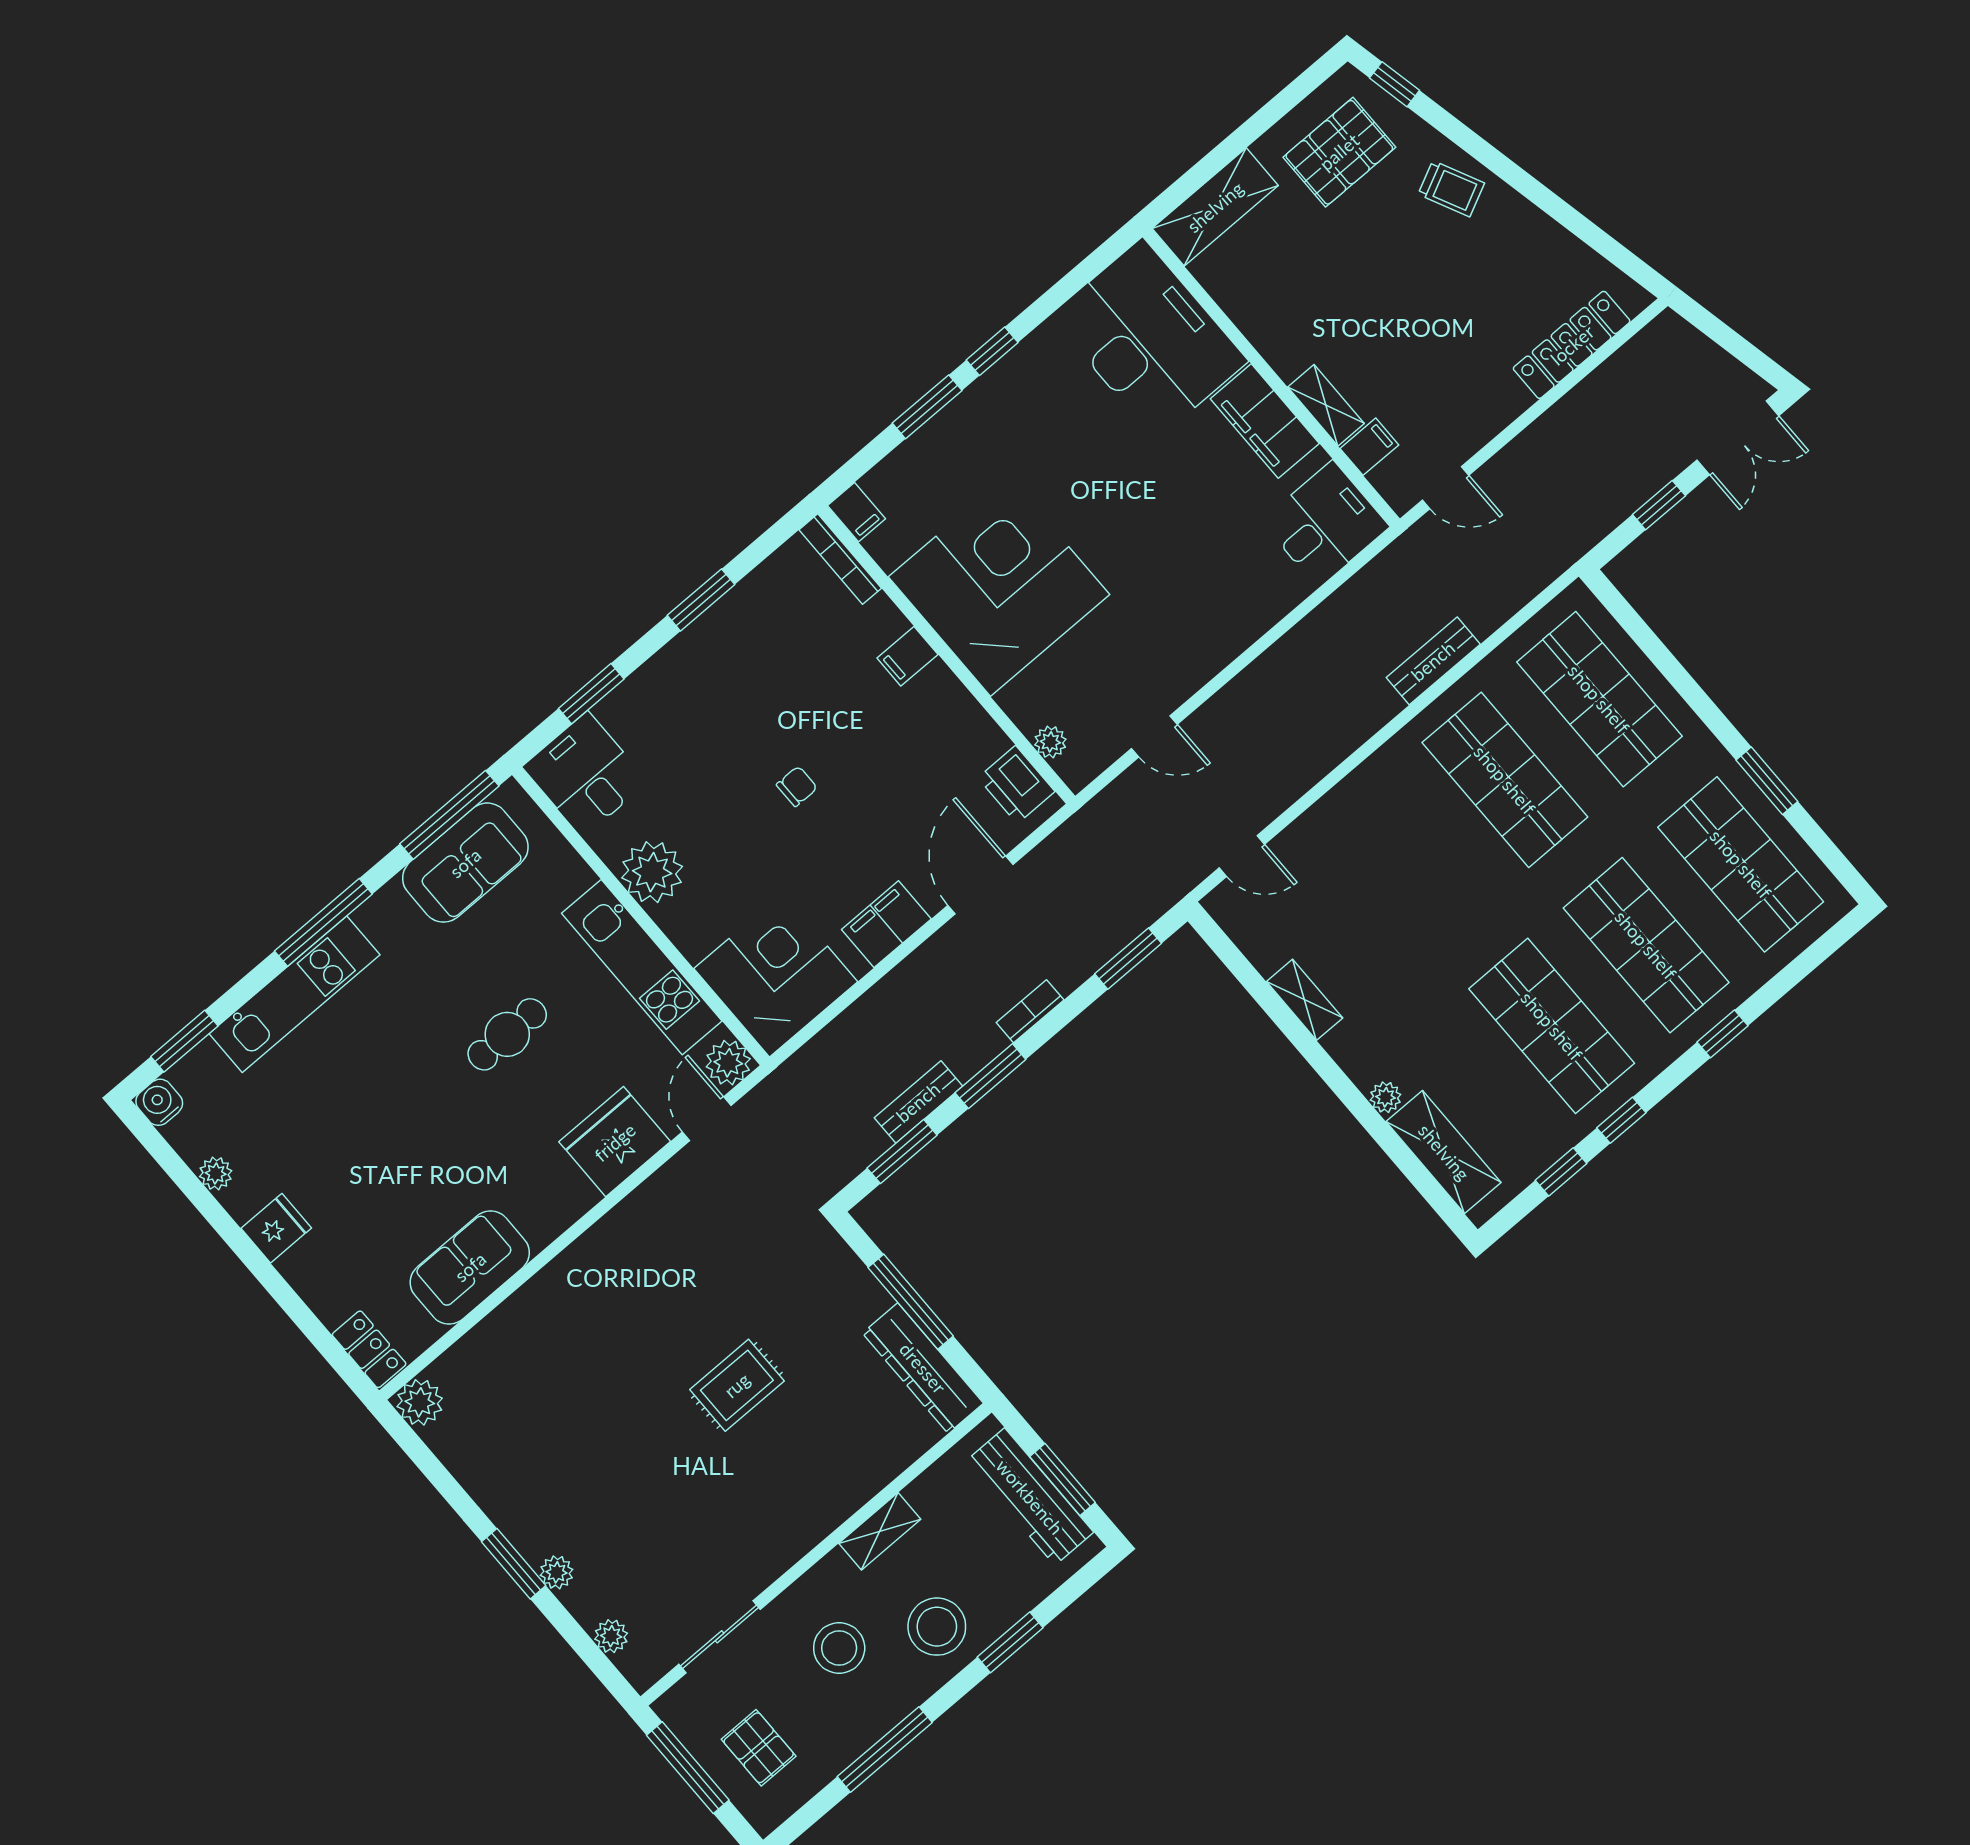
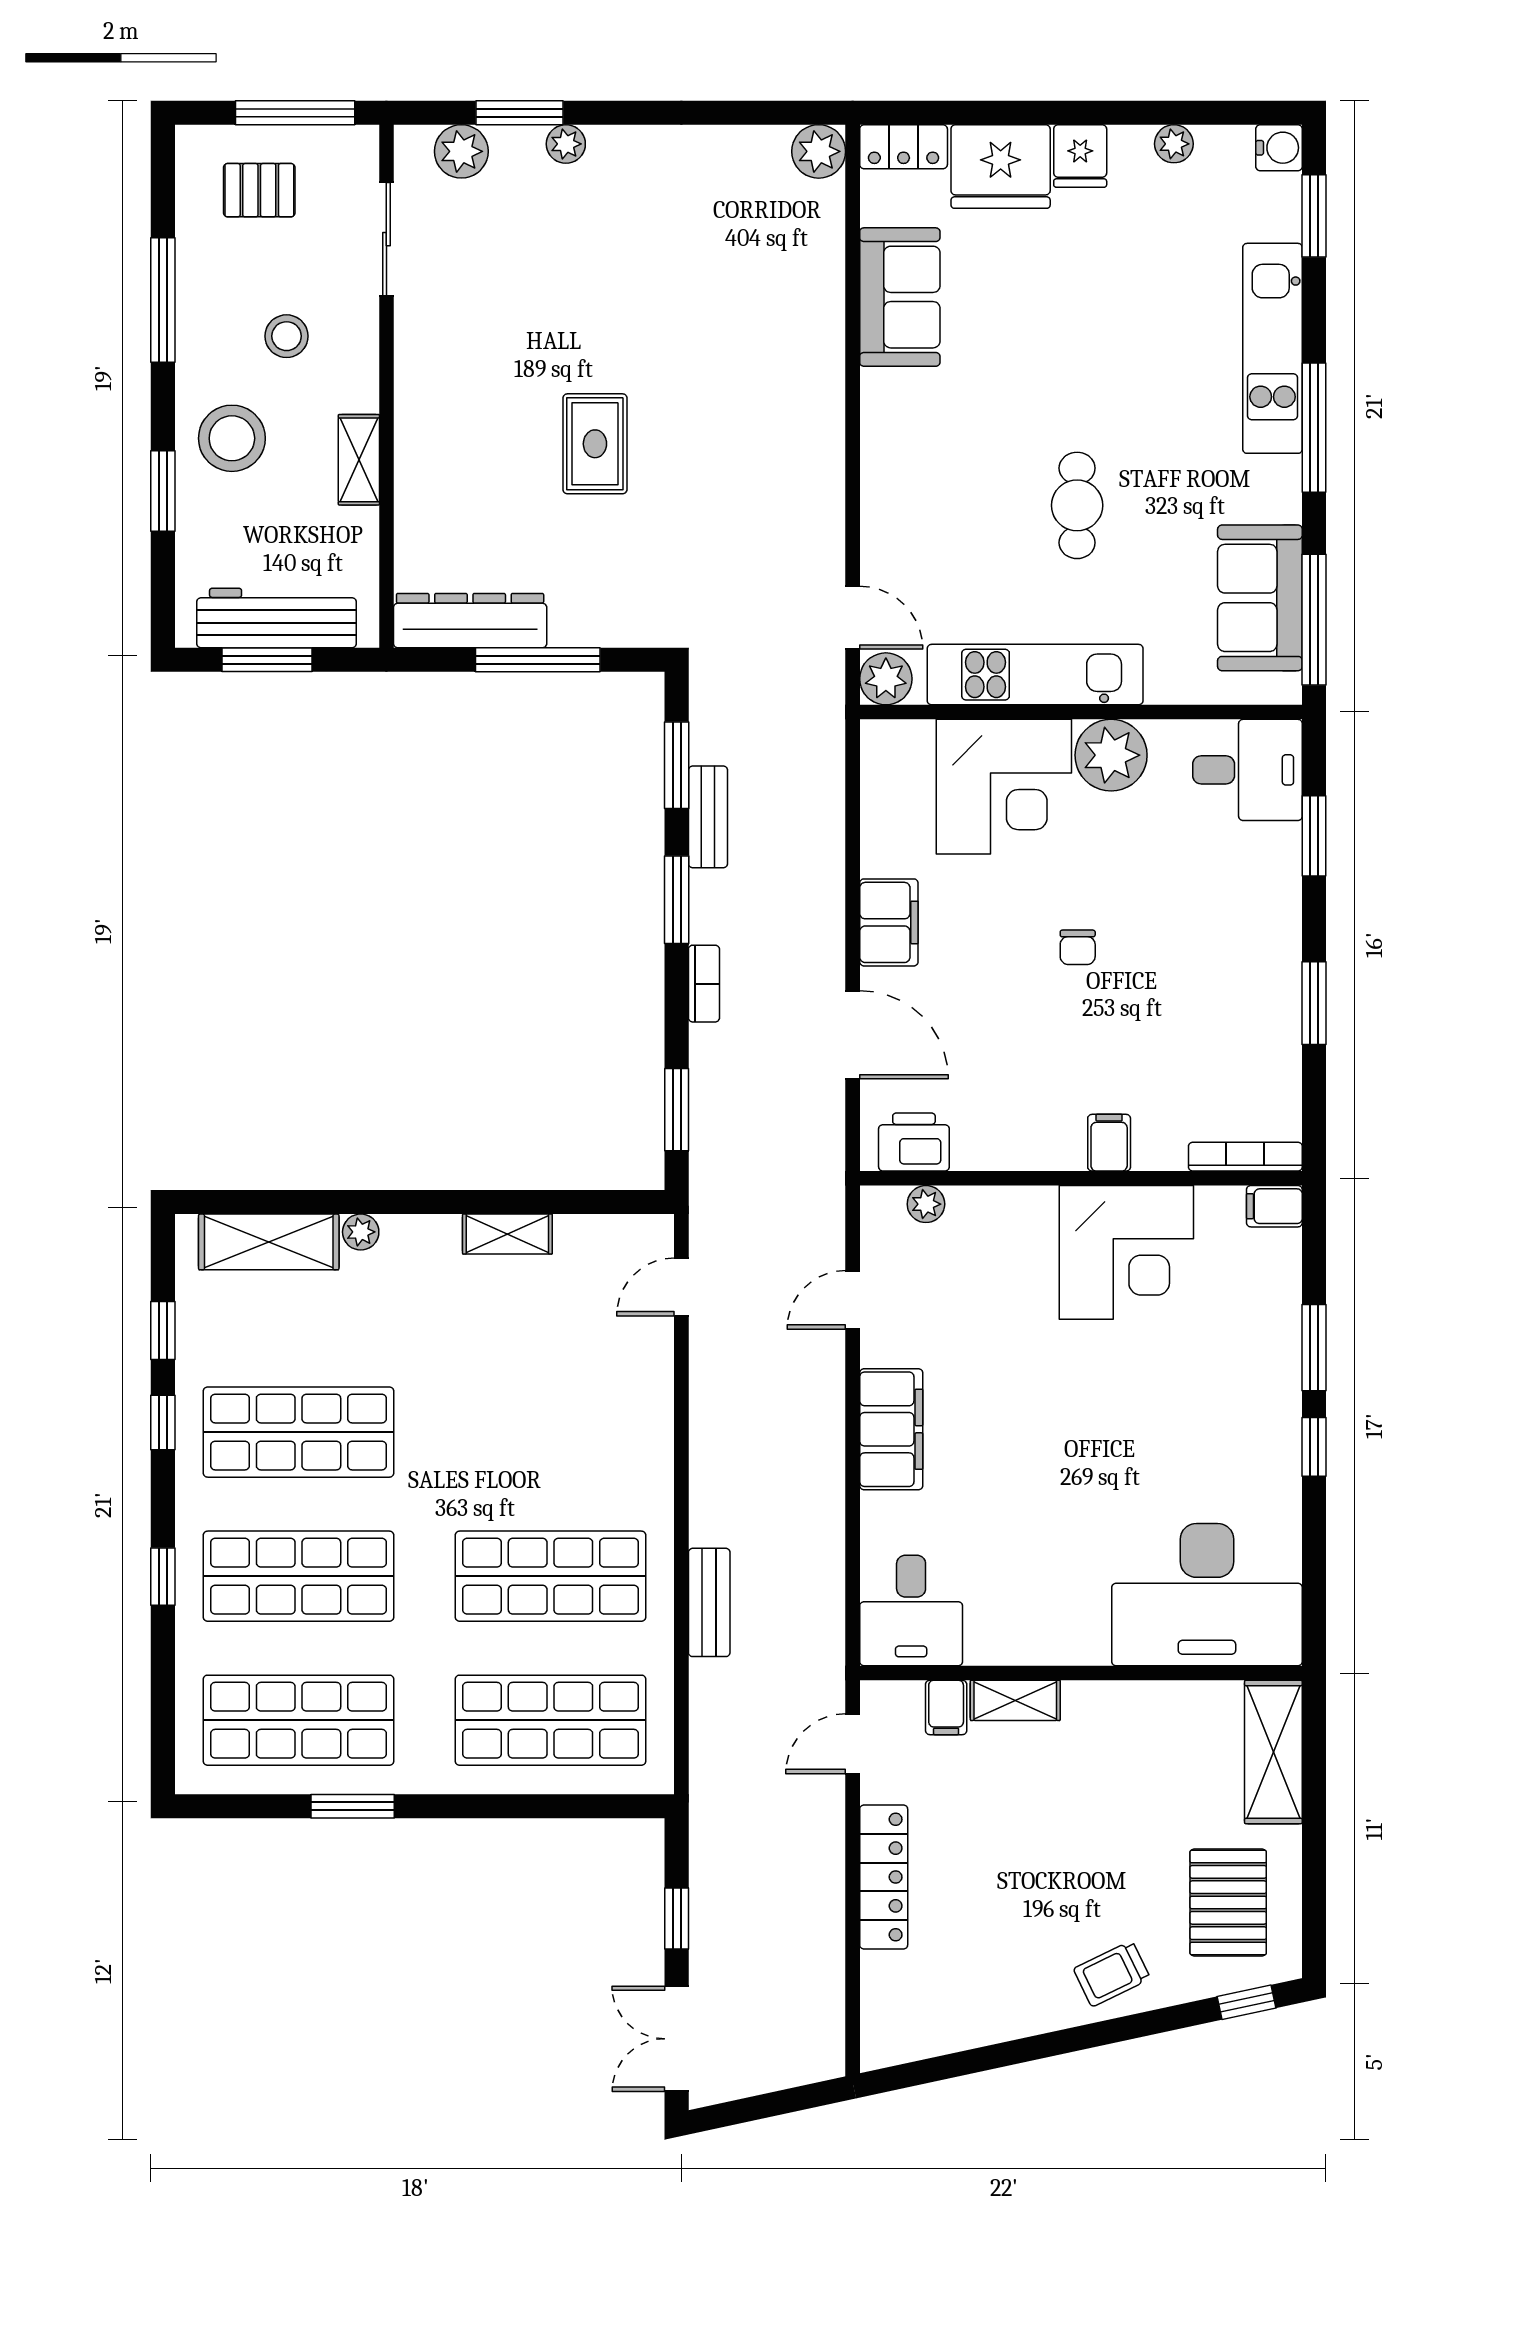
locker: (1572, 345) -> (884, 1877), moved
filing cabinet: (1265, 421) -> (891, 1429), moved, turned 90
corner desk: (999, 586) -> (1126, 1252), width x0.74, depth x0.74
corner desk: (776, 975) -> (1004, 787), moved
fridge: (615, 1142) -> (1001, 167), moved, turned 90
window: (514, 1564) -> (520, 113), moved
plant: (611, 1636) -> (461, 151), width x1.38, depth x1.38
stool: (839, 1648) -> (287, 336), width x0.73, depth x0.73

